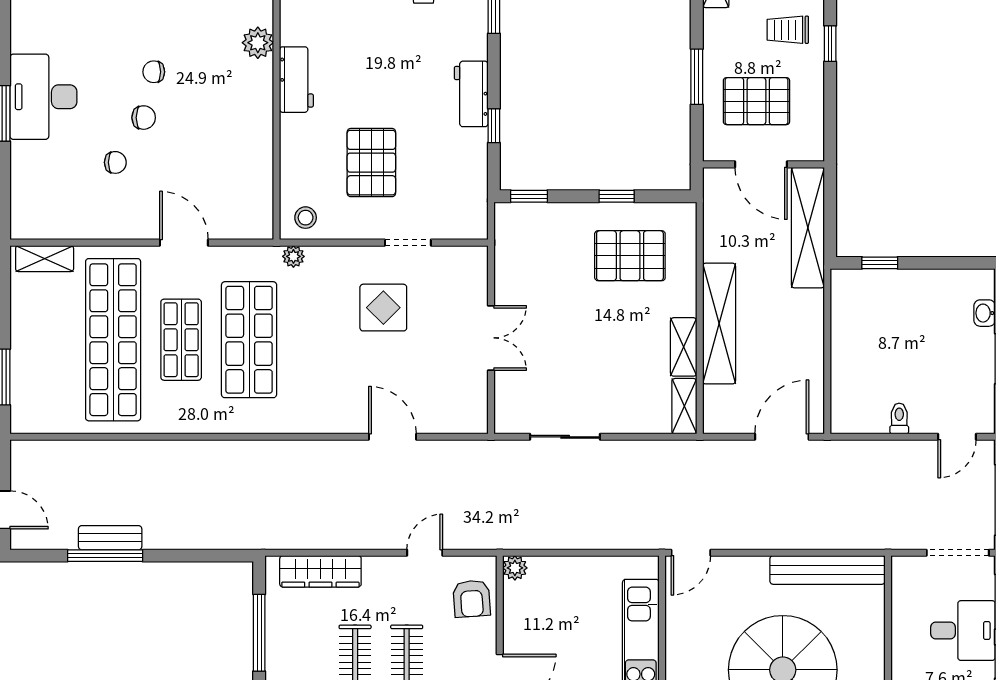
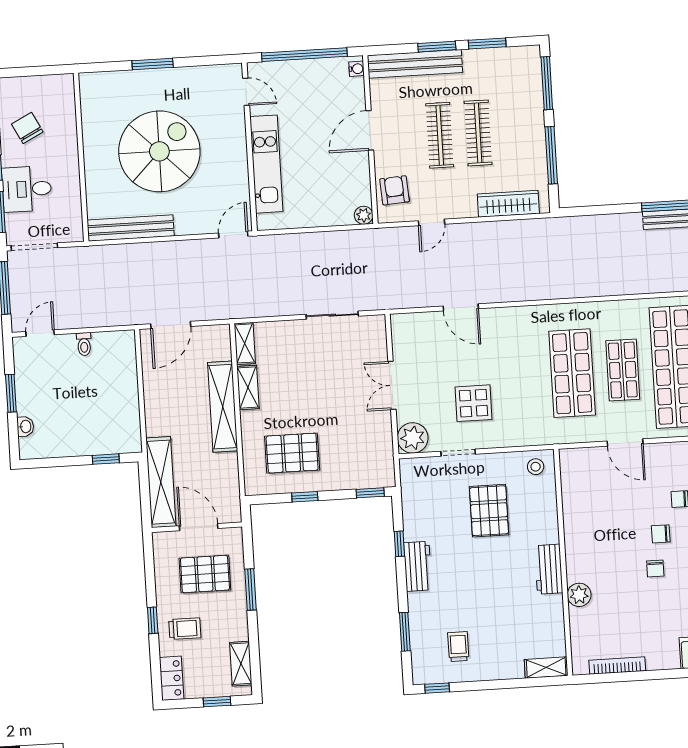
chair: (154, 72) -> (655, 568), turned 90
plant: (293, 256) -> (413, 438), moved, width x1.88, depth x1.88

